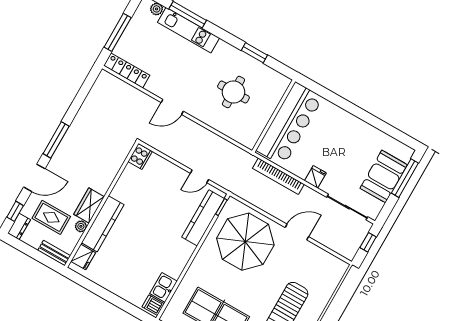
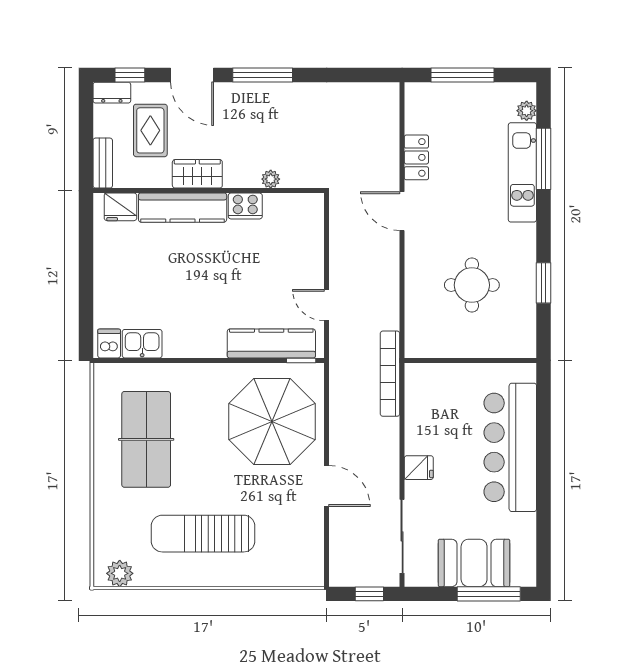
locker: (127, 71) -> (416, 157), moved, width x0.66
bar counter: (289, 124) -> (510, 447), moved, turned 90
cooker: (140, 157) -> (245, 206), moved
bookcase: (278, 176) -> (390, 374), moved
plant: (81, 226) -> (271, 179), moved

